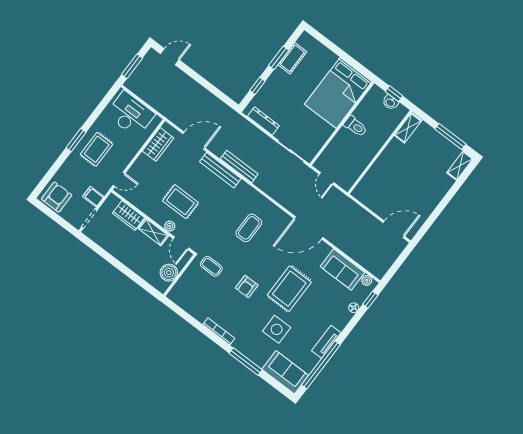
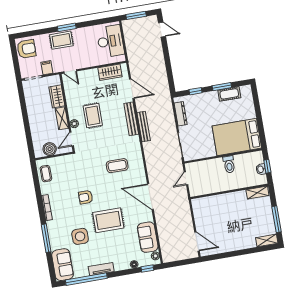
rug: (97, 149) -> (61, 40), moved
coffee table: (211, 266) -> (46, 174), moved

